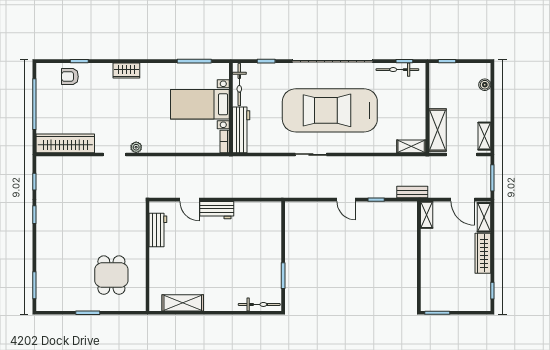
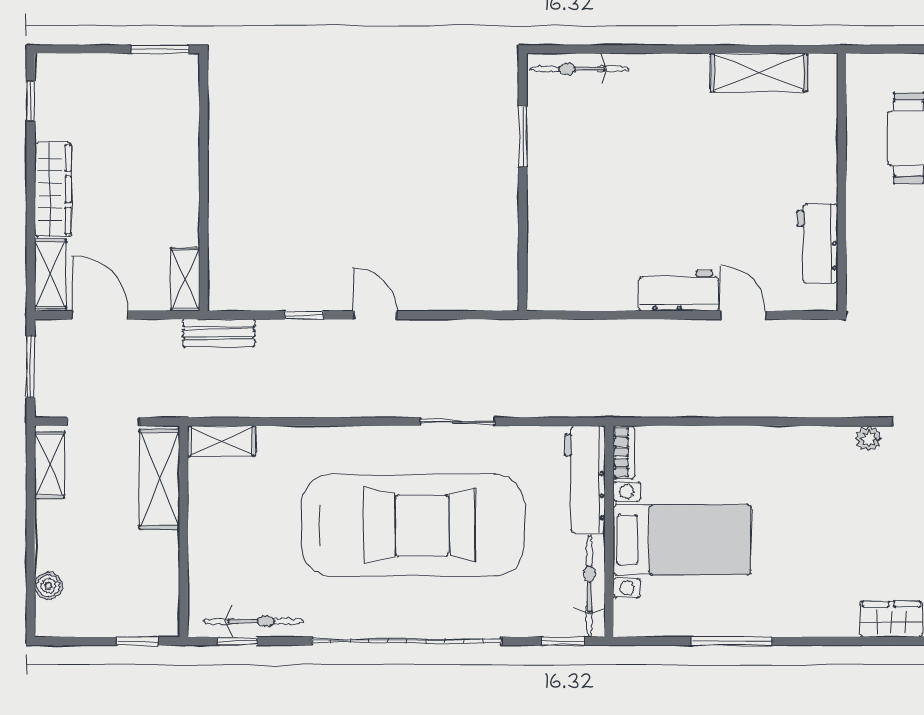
bicycle: (239, 85) -> (589, 586), moved
bed with nightstands: (200, 104) -> (682, 540), moved
wall: (231, 108) -> (609, 531), moved
workbench: (241, 130) -> (585, 479), moved
bookcase: (225, 141) -> (624, 452), moved

